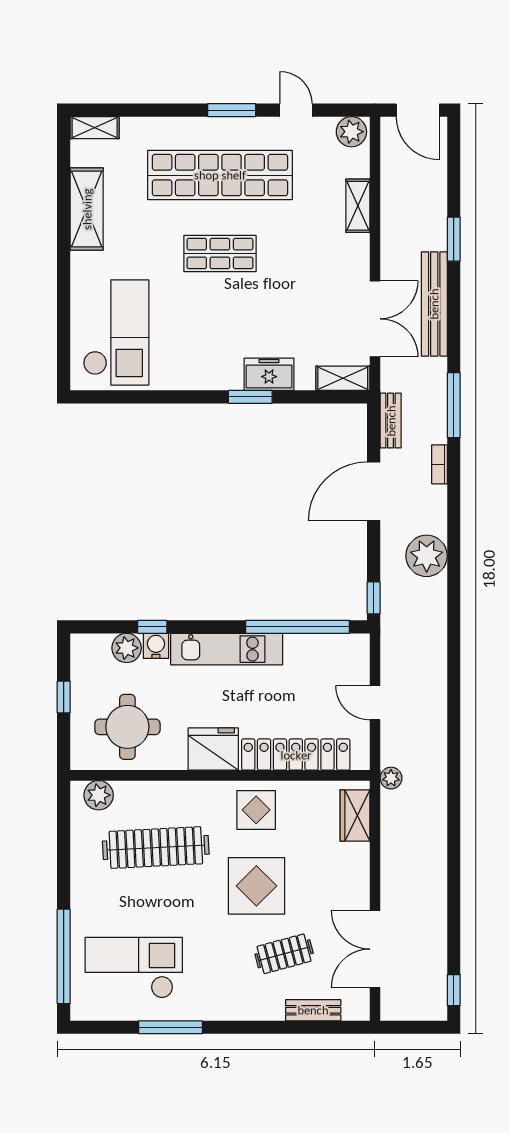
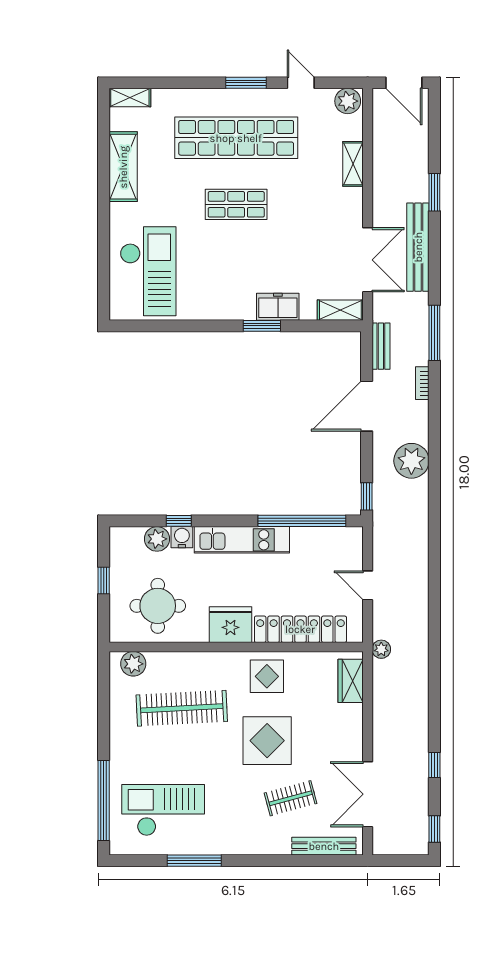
window: (454, 915) -> (434, 765), added
bench: (313, 1010) -> (324, 846), width x1.36

